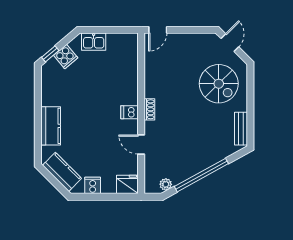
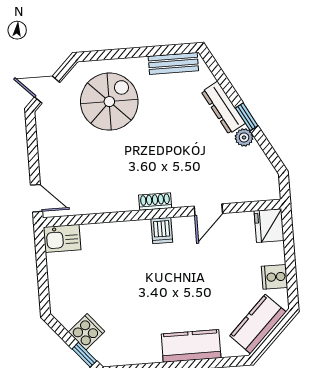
kitchen sink: (94, 42) -> (62, 238), moved, turned 90
dresser: (209, 160) -> (223, 108), added
window: (201, 175) -> (247, 117), width x0.32
plant: (166, 184) -> (244, 137), moved

